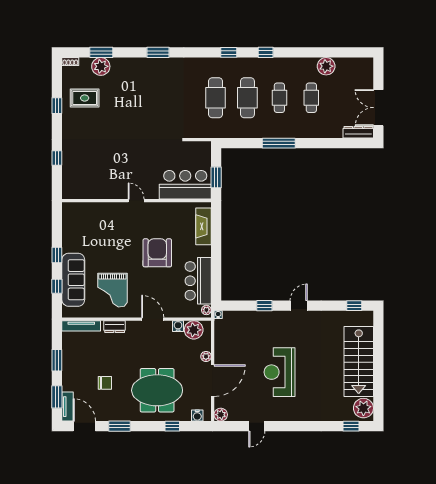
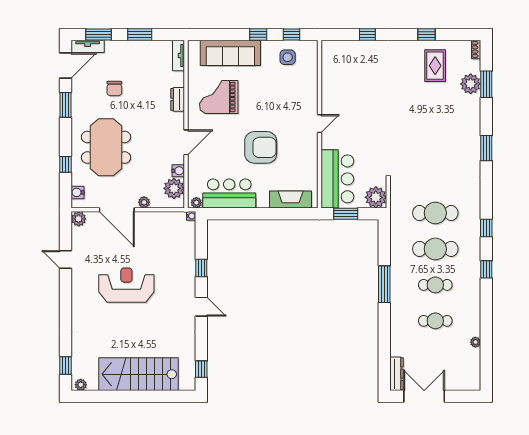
plant: (326, 66) -> (475, 342), width x0.53, depth x0.53
plant: (202, 151) -> (376, 197), added
side table: (77, 229) -> (288, 57), added
window: (57, 286) -> (291, 34), moved
tv unit: (81, 326) -> (178, 55), width x0.71
plant: (363, 408) -> (81, 385), width x0.53, depth x0.53

